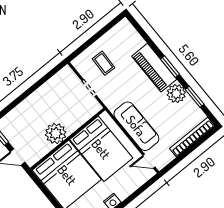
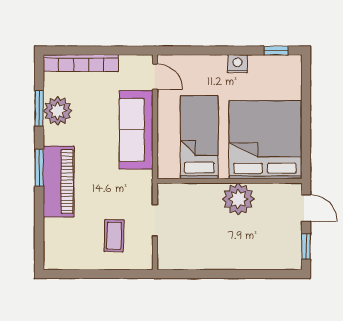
plant: (176, 94) -> (58, 111), moved
bed: (101, 149) -> (199, 137), width x0.67

